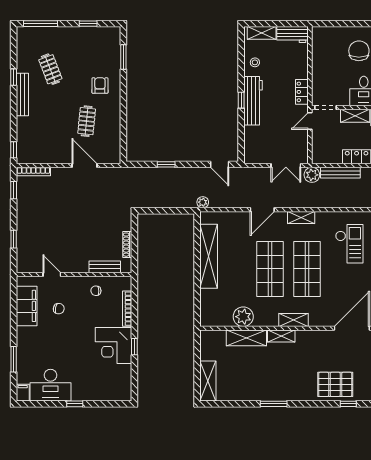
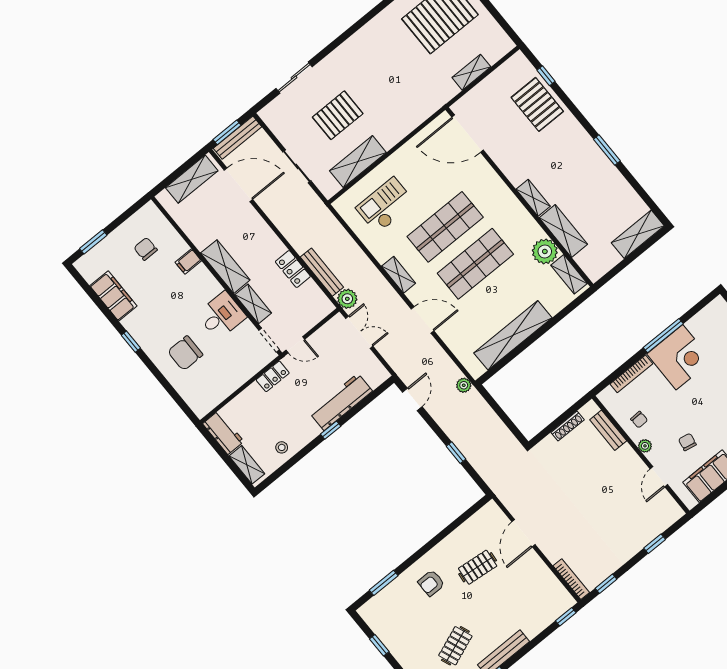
workbench: (253, 101) -> (341, 402), moved
plant: (77, 281) -> (645, 446), added
shelving: (293, 320) -> (569, 274), moved
window: (134, 347) -> (663, 336), width x2.17

